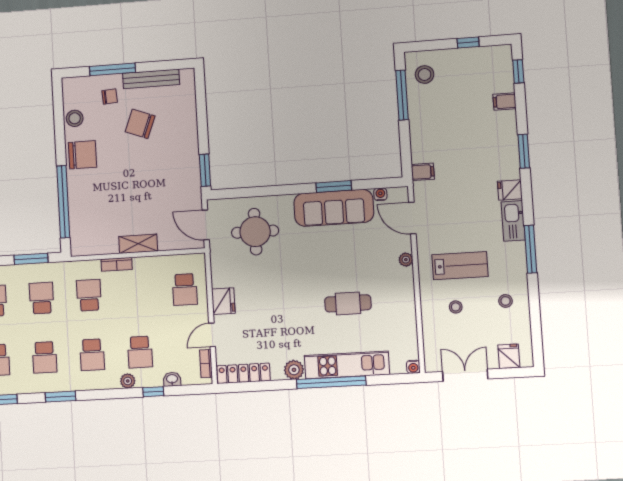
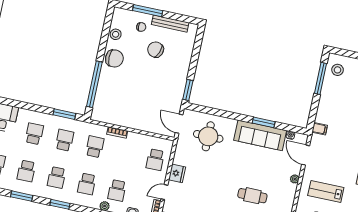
shelving: (138, 244) -> (134, 124), removed
lab bench: (460, 266) -> (326, 192), turned 180

